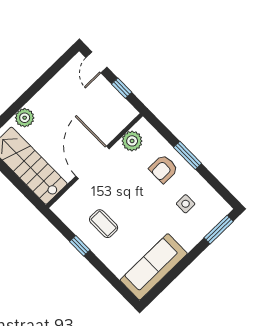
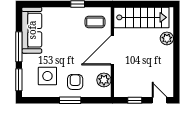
door: (93, 162) -> (112, 50), swing flipped
side table: (186, 204) -> (47, 76), width x1.87, depth x1.87
coffee table: (104, 224) -> (95, 22), moved
window: (184, 263) -> (19, 47), added

